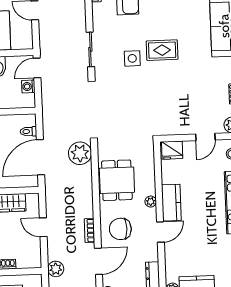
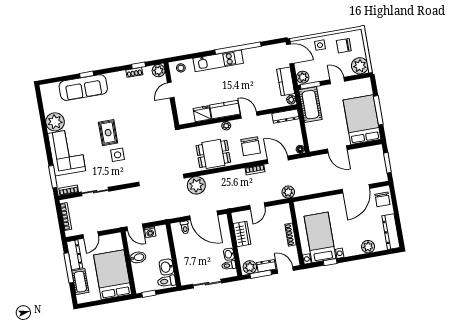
sliding door: (90, 49) -> (95, 192), moved
door: (205, 137) -> (171, 90), swing flipped
fridge: (172, 150) -> (202, 114), moved, turned -90

